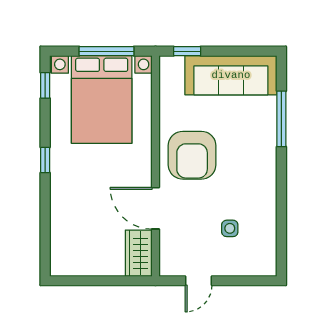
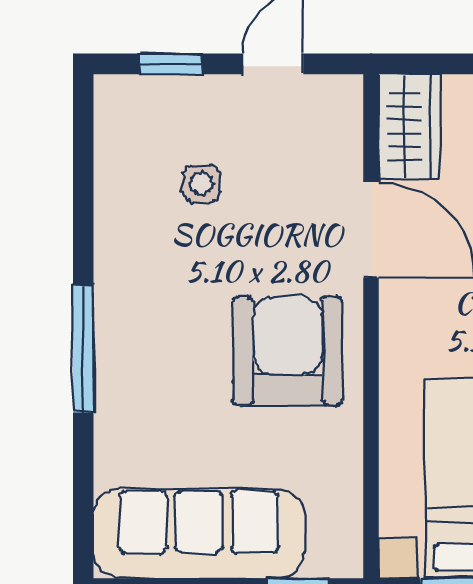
window: (281, 119) -> (83, 349), moved
window: (243, 281) -> (171, 64), added

